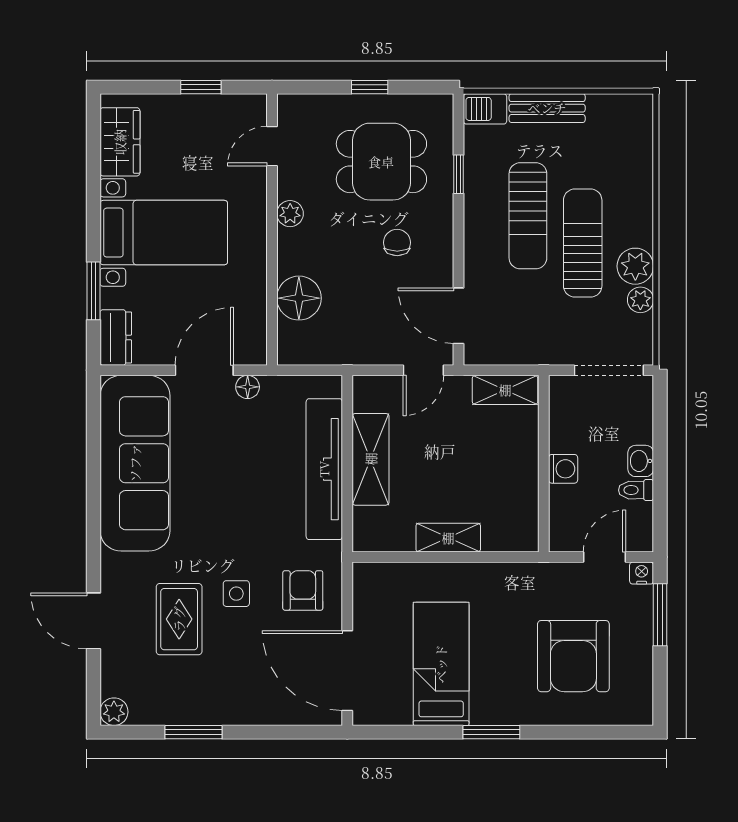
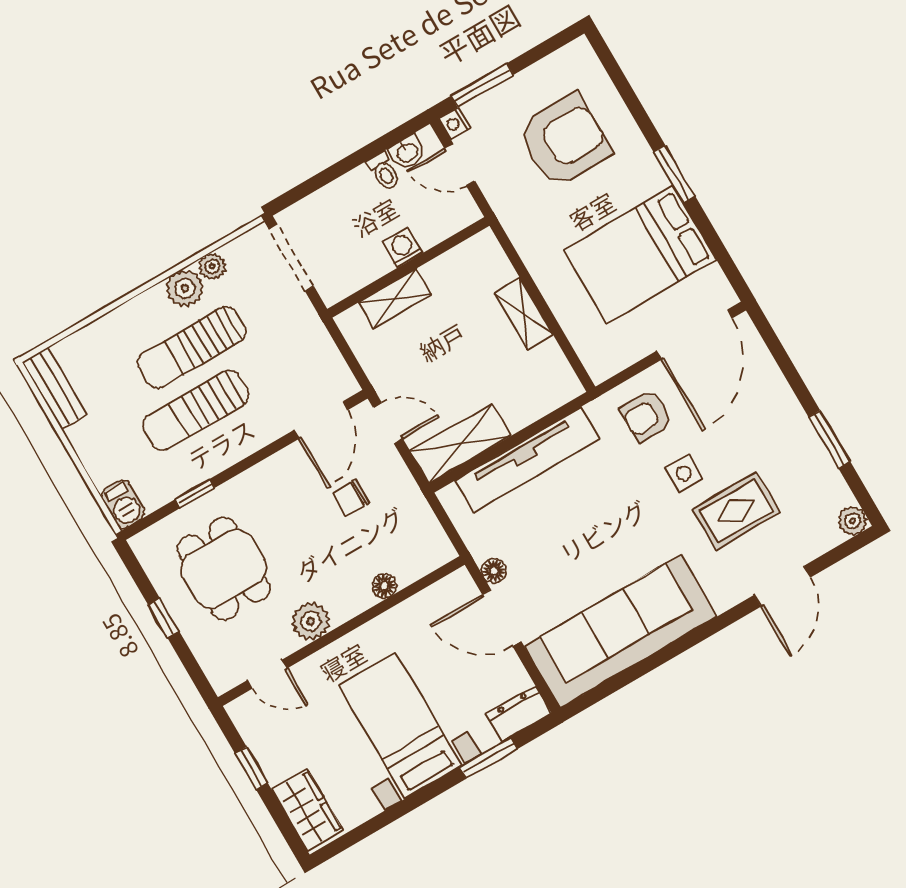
bench: (547, 108) -> (54, 388), moved
wardrobe: (120, 142) -> (307, 810), moved, turned 90
plant: (290, 214) -> (311, 621), width x1.38, depth x1.38
sun lounger: (528, 216) -> (196, 410), turned 180
chair: (397, 243) -> (351, 498), moved
floor lamp: (299, 298) -> (384, 586), width x0.53, depth x0.53
shelving: (505, 390) -> (395, 298), moved, turned 90
shelving: (371, 459) -> (461, 443), moved
washbasin: (641, 461) -> (407, 152), moved
bed: (441, 664) -> (640, 254), width x1.50

